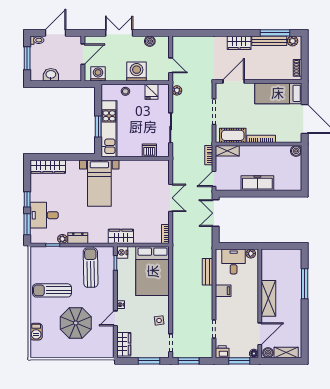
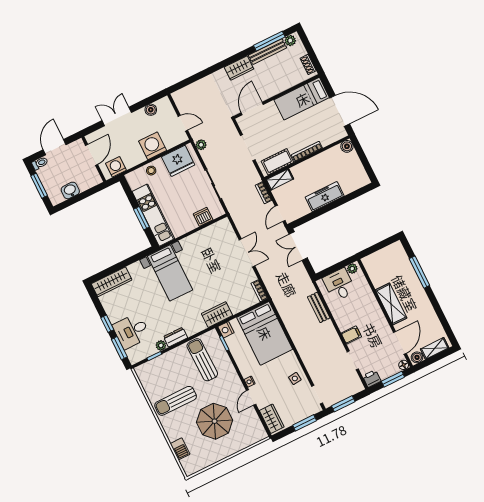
fridge: (152, 92) -> (178, 161), width x1.88, depth x1.34
filing cabinet: (223, 291) -> (351, 335), moved

